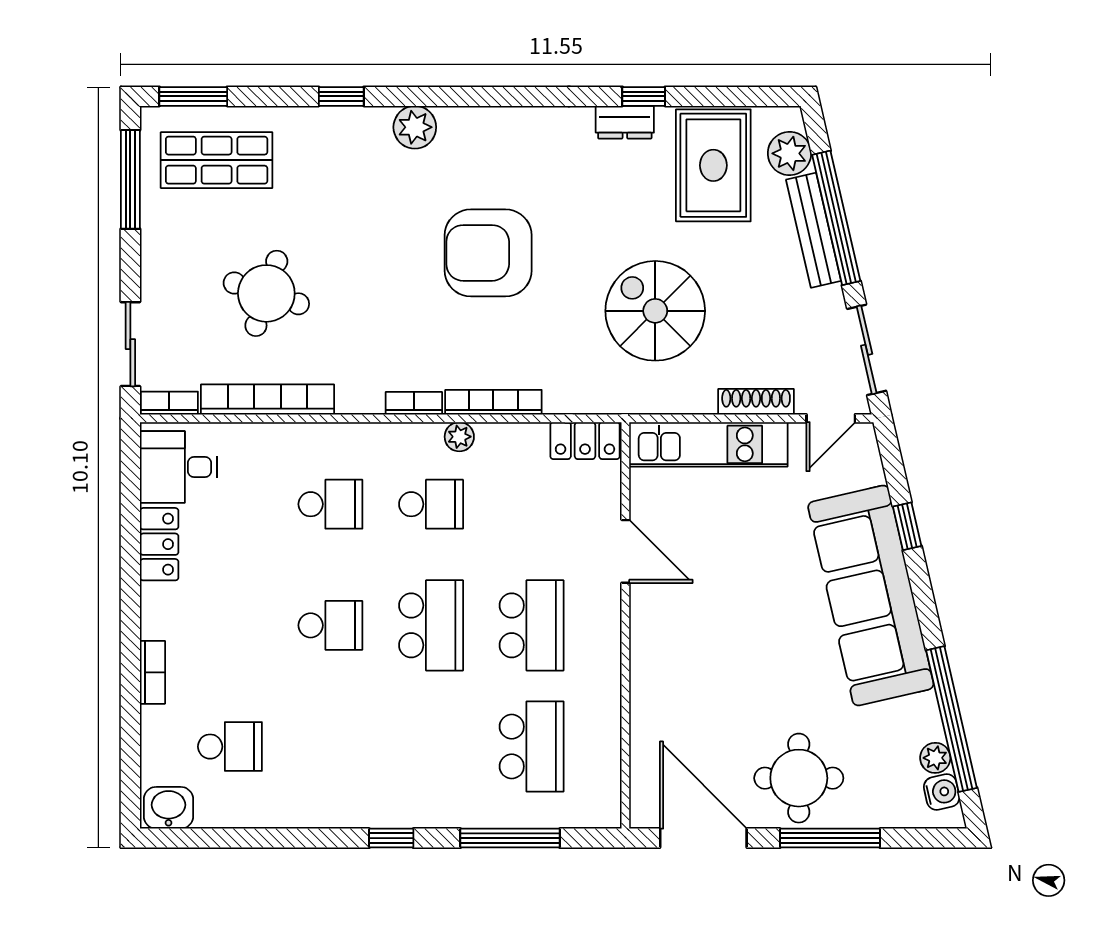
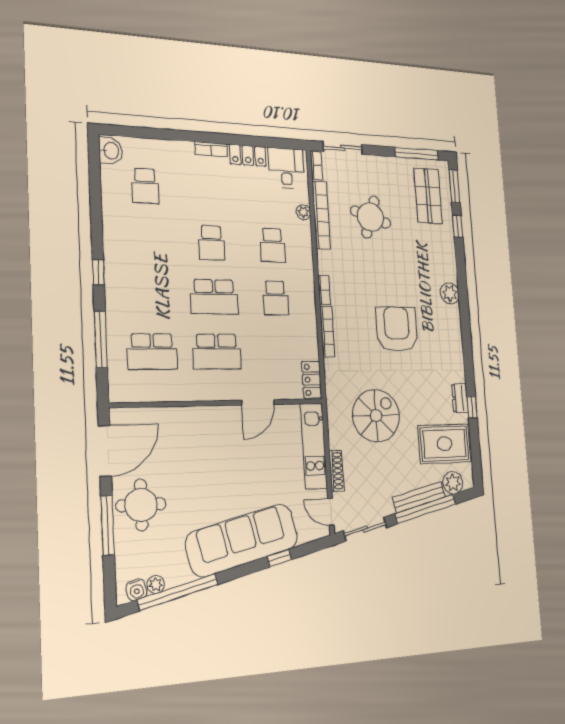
window: (341, 96) -> (458, 226), moved
plant: (459, 437) -> (303, 212), moved
bookcase: (152, 672) -> (211, 149), moved

